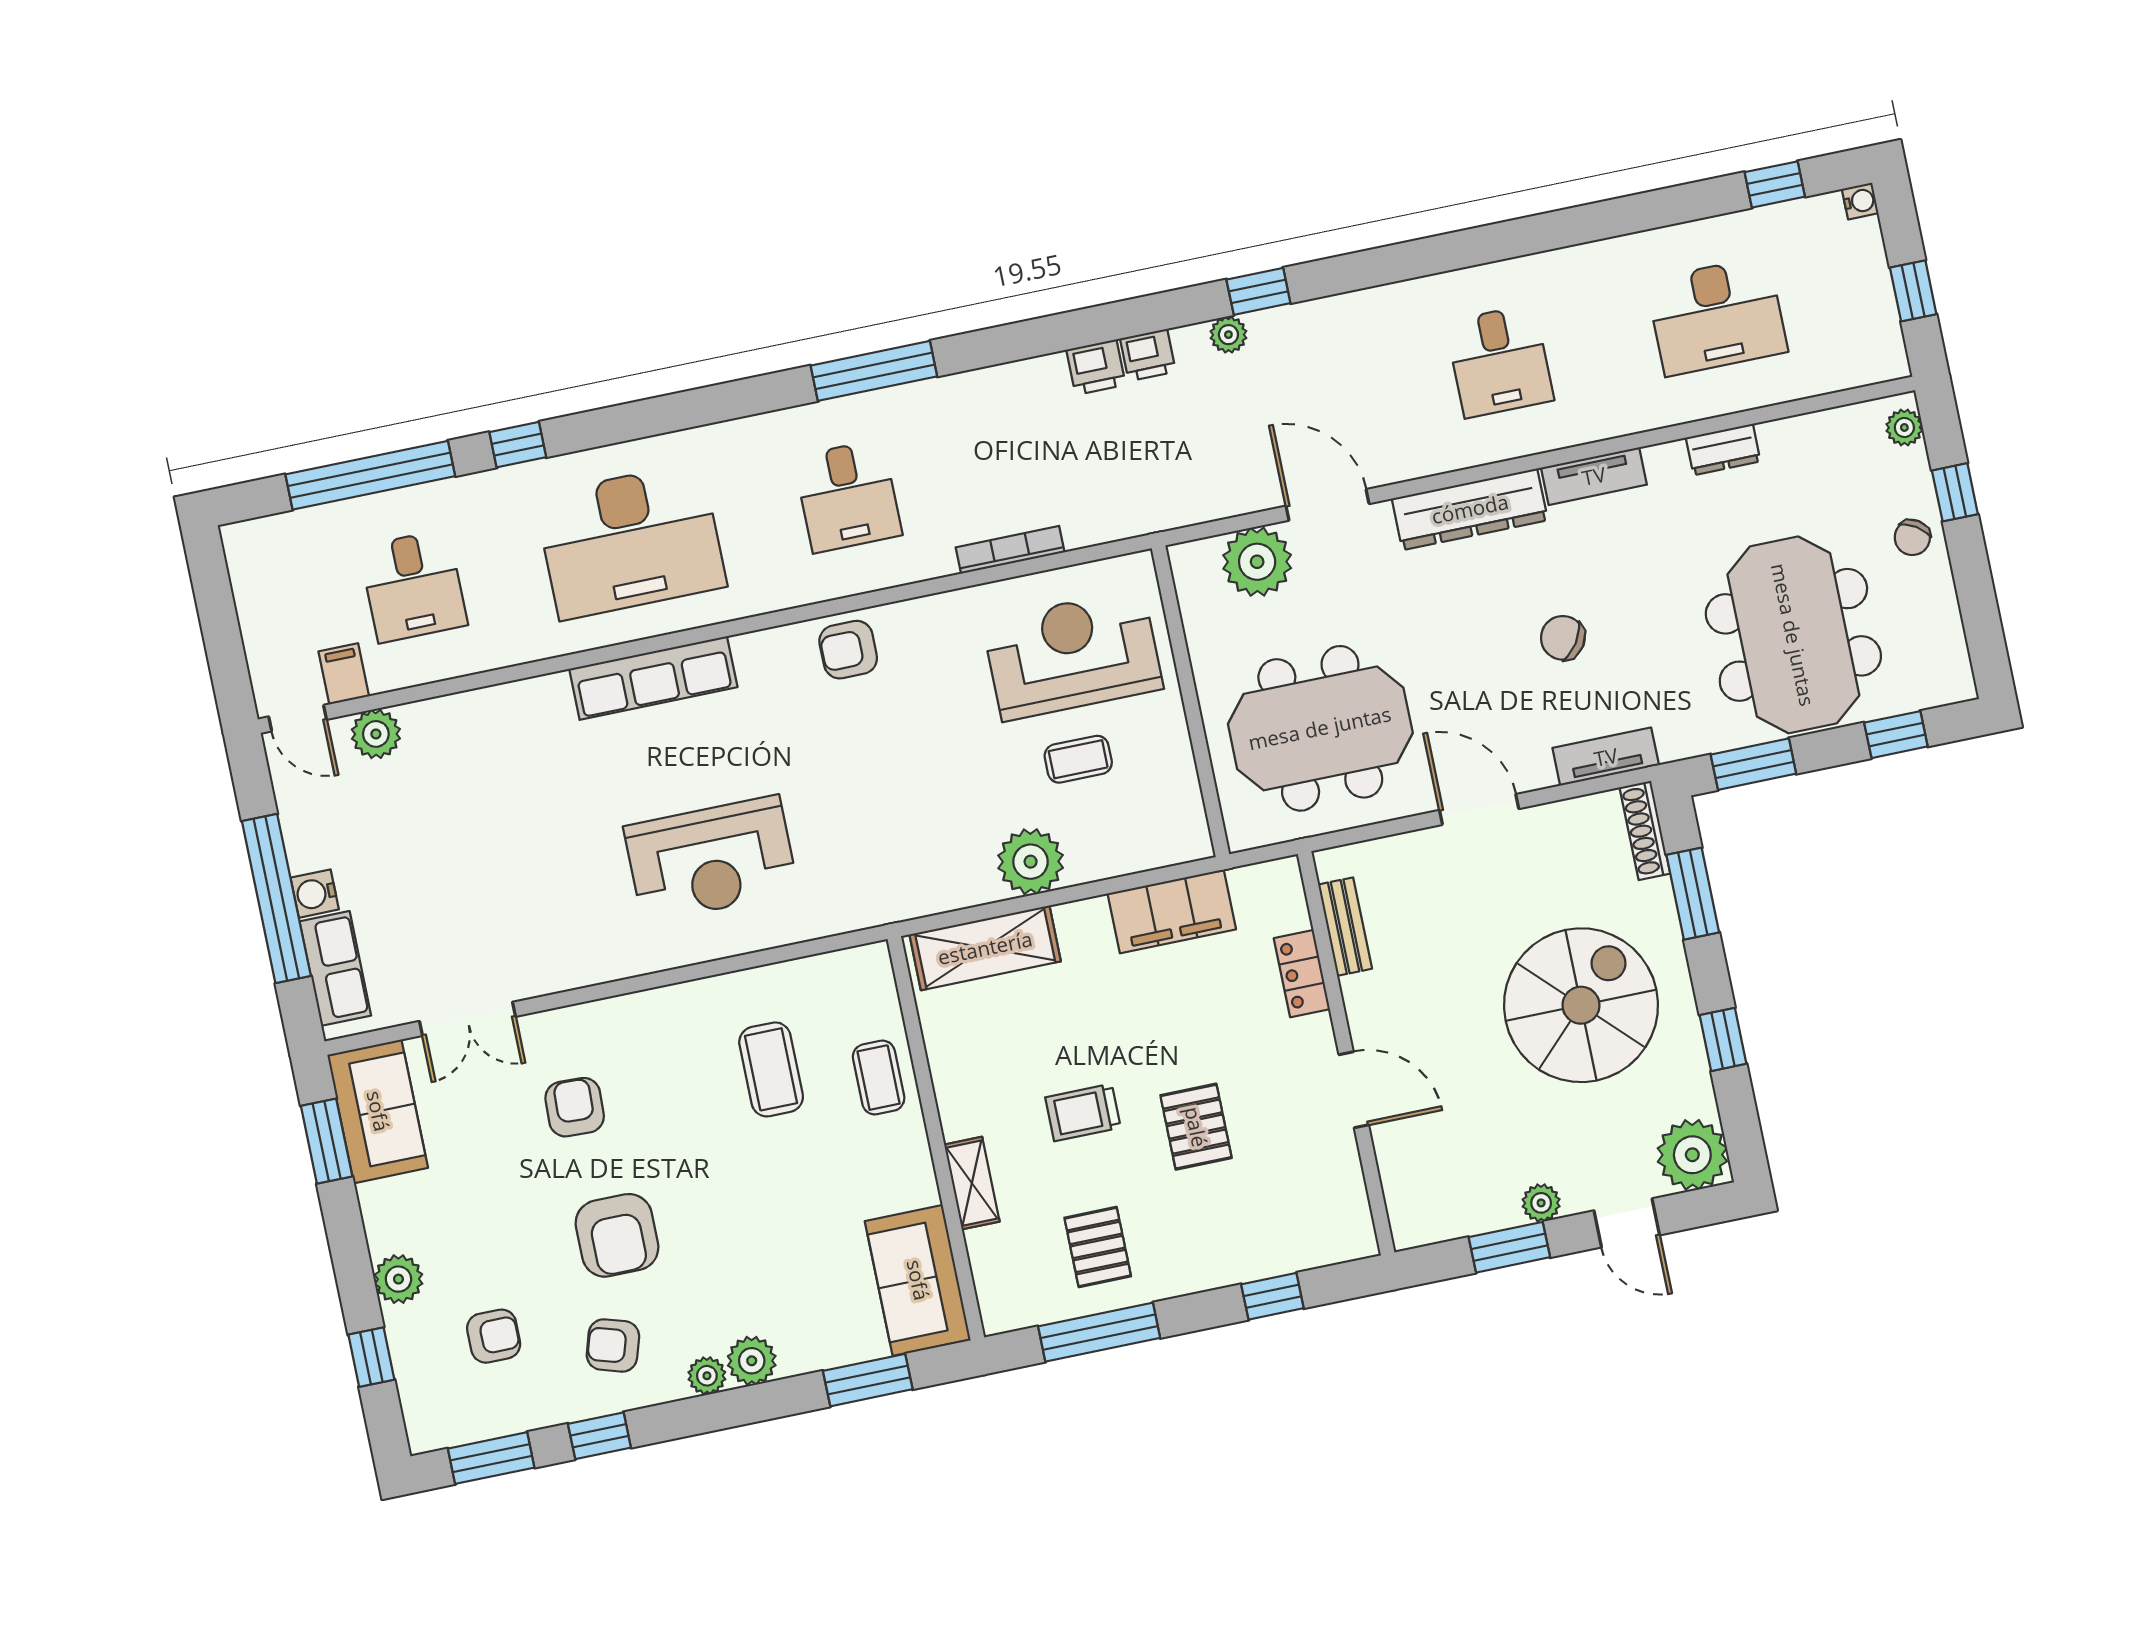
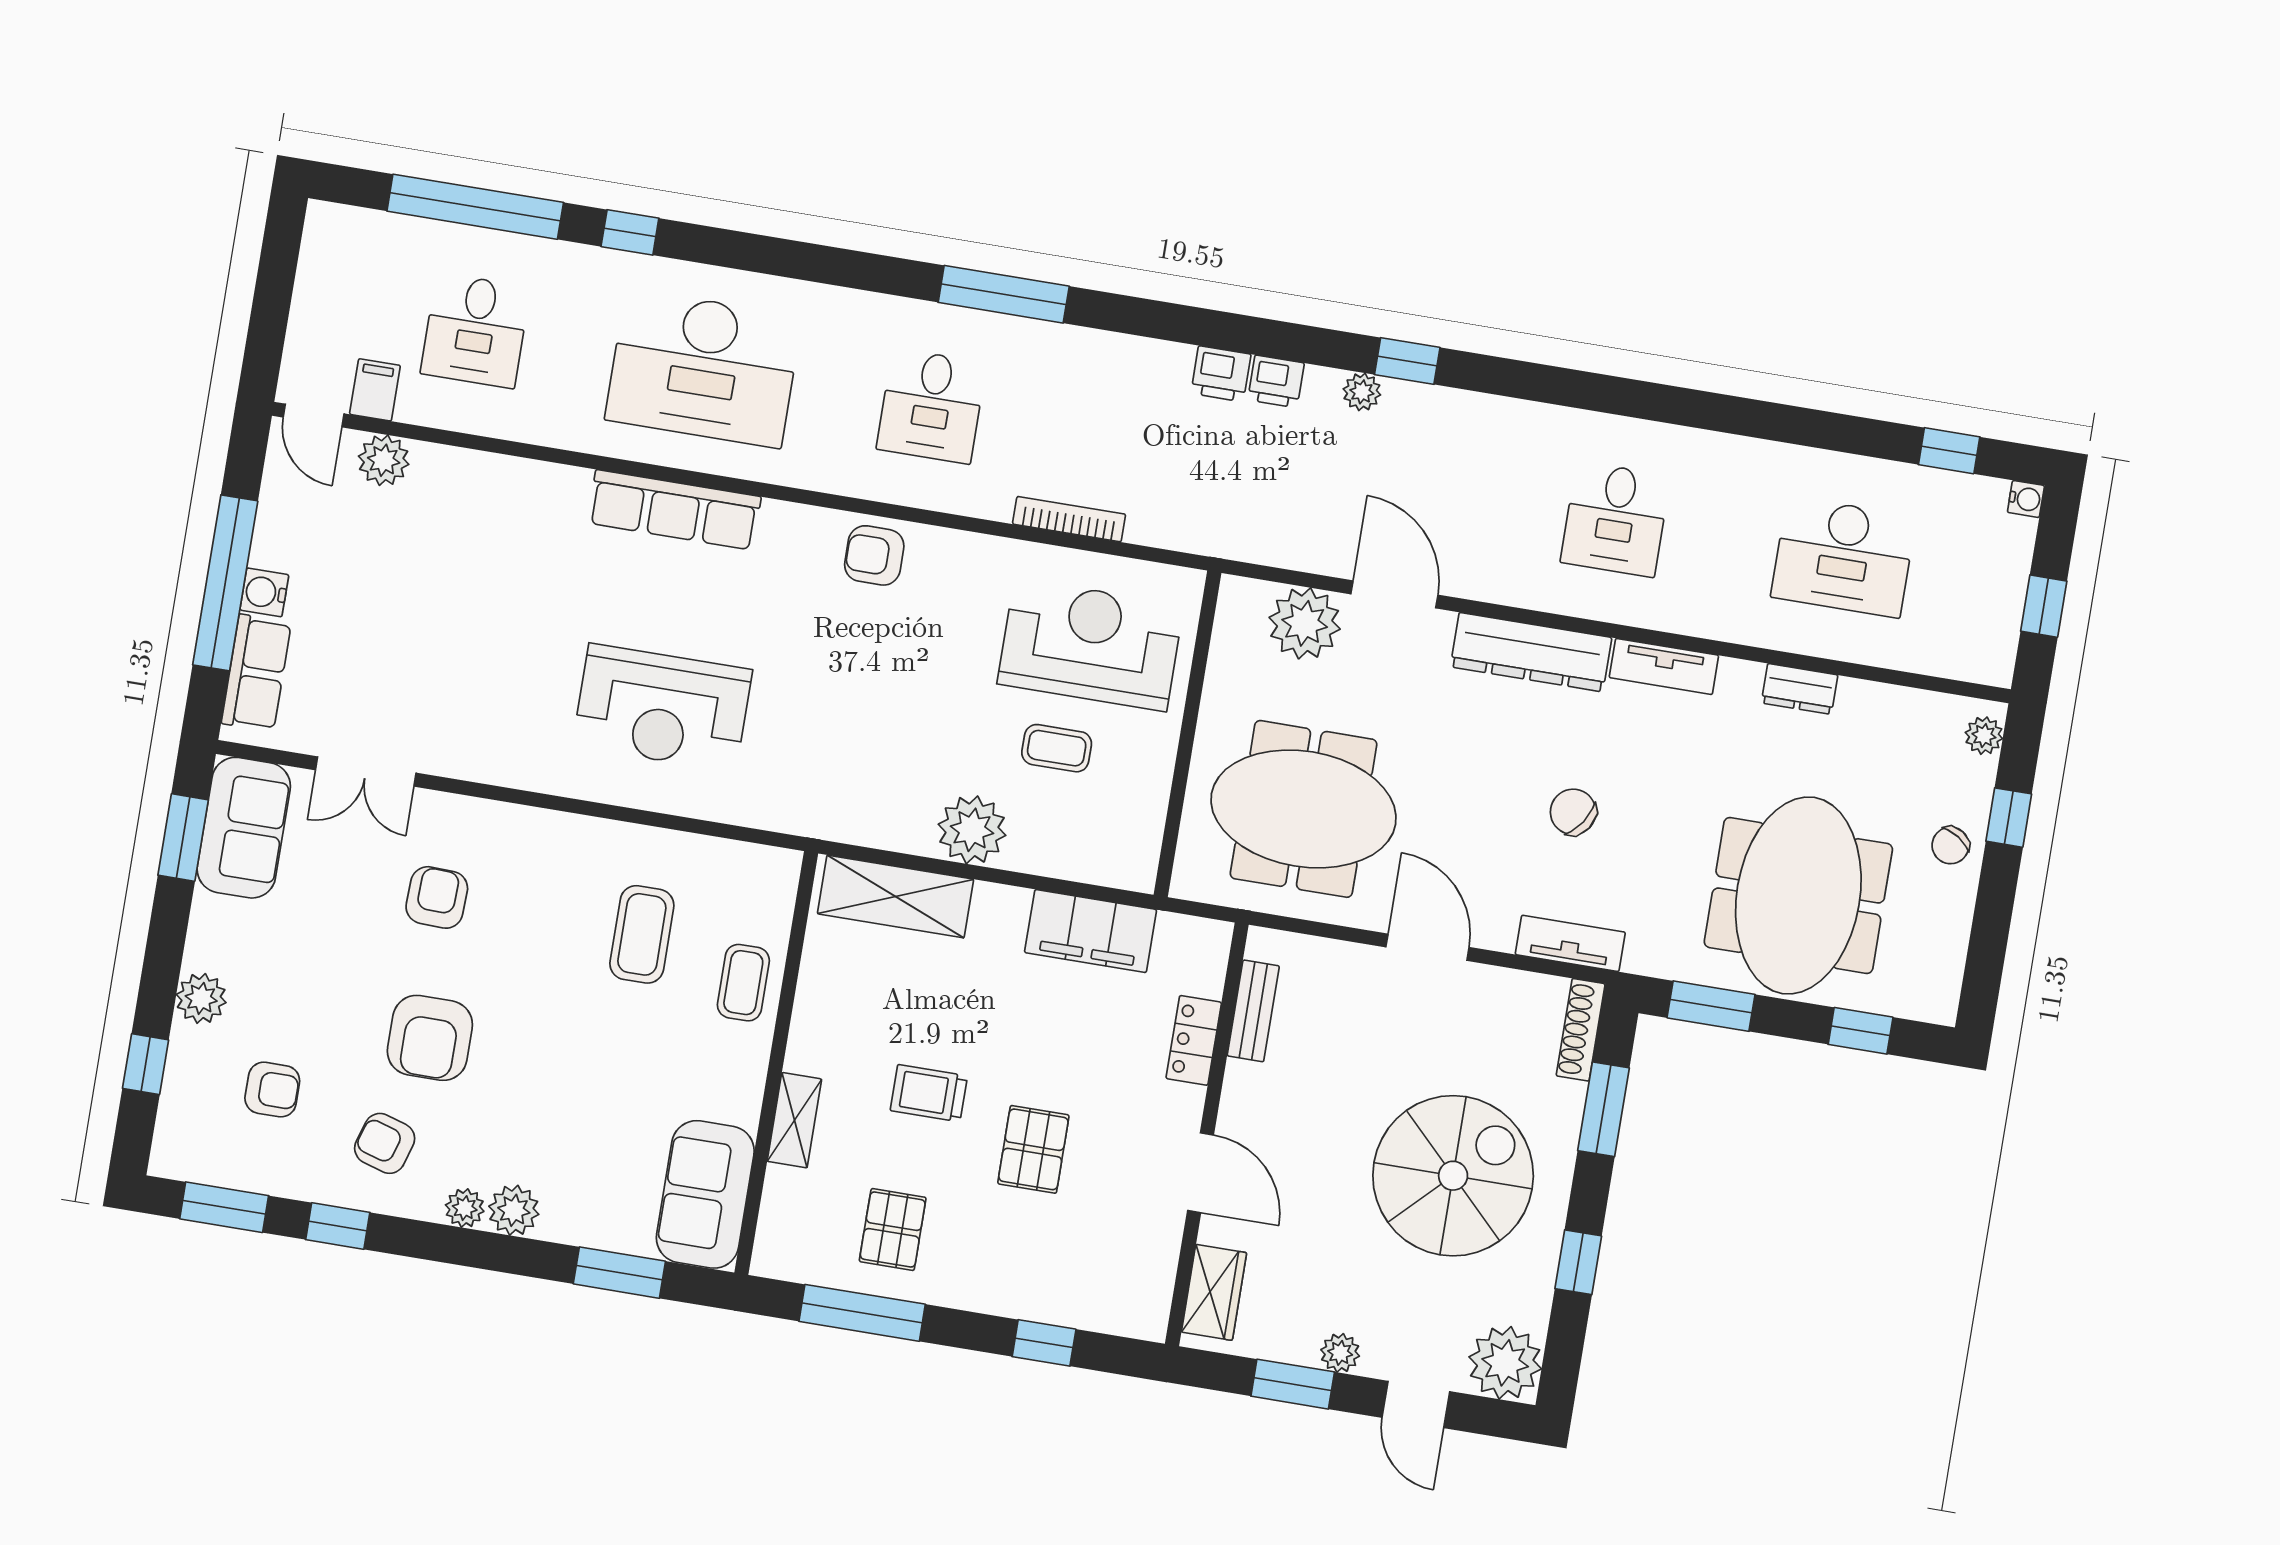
wardrobe: (1407, 1192) -> (1214, 1292), added

